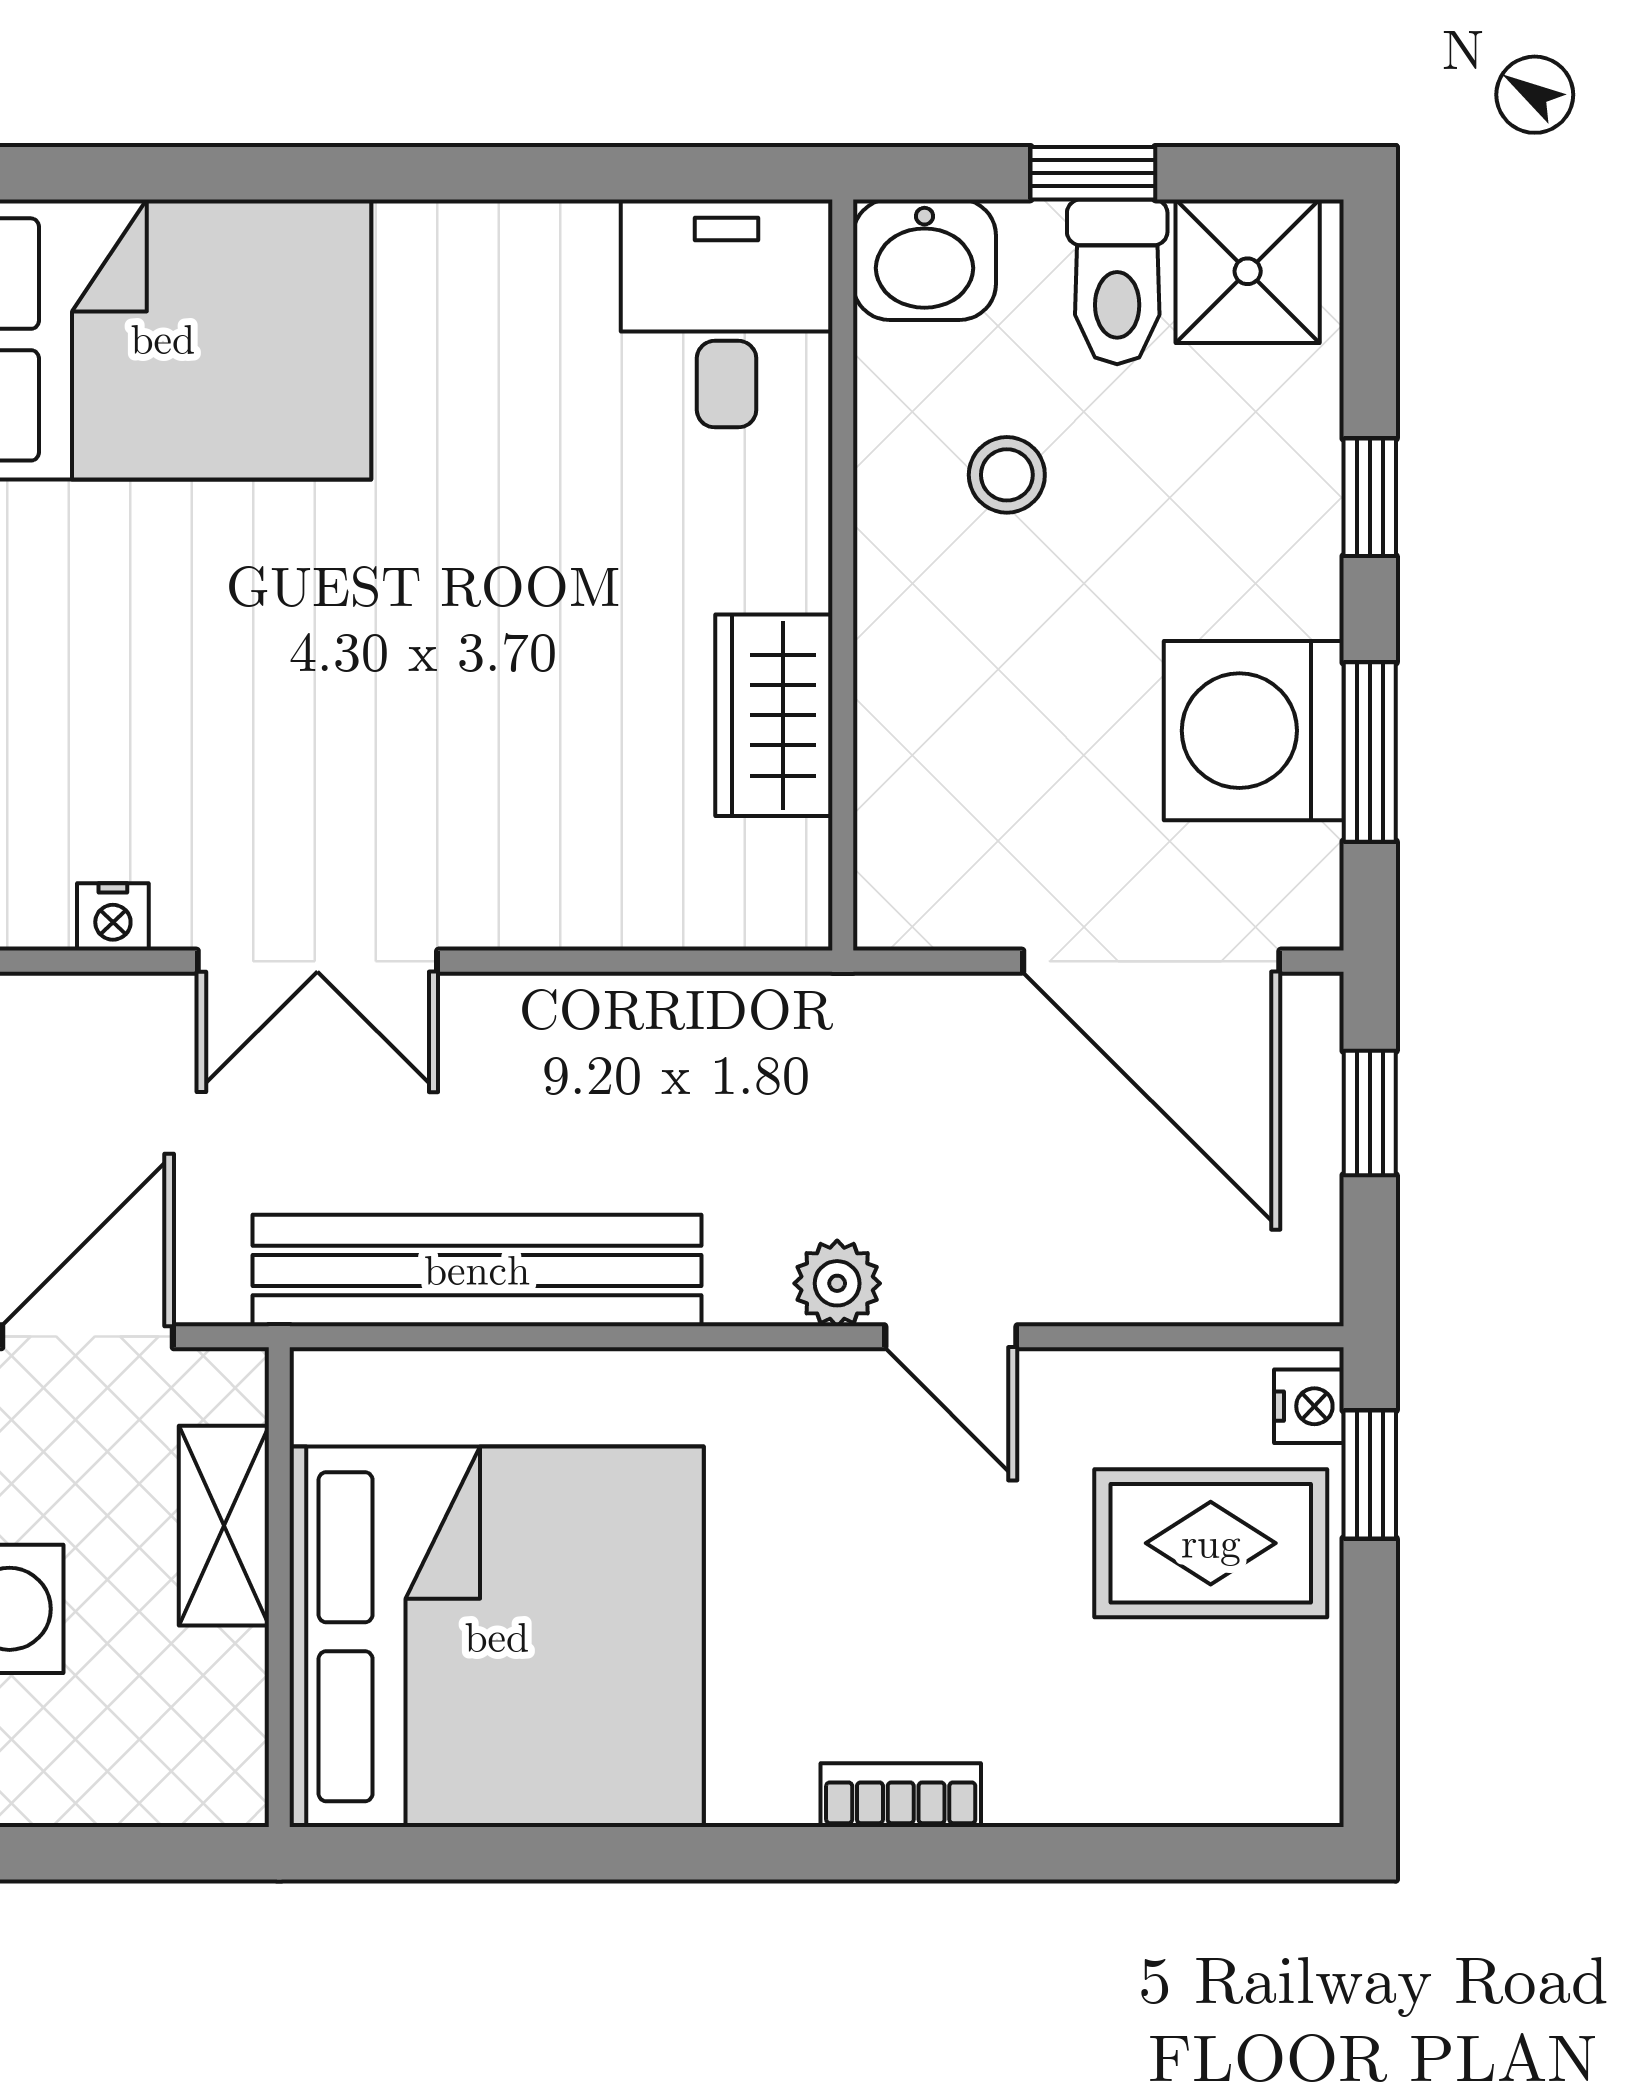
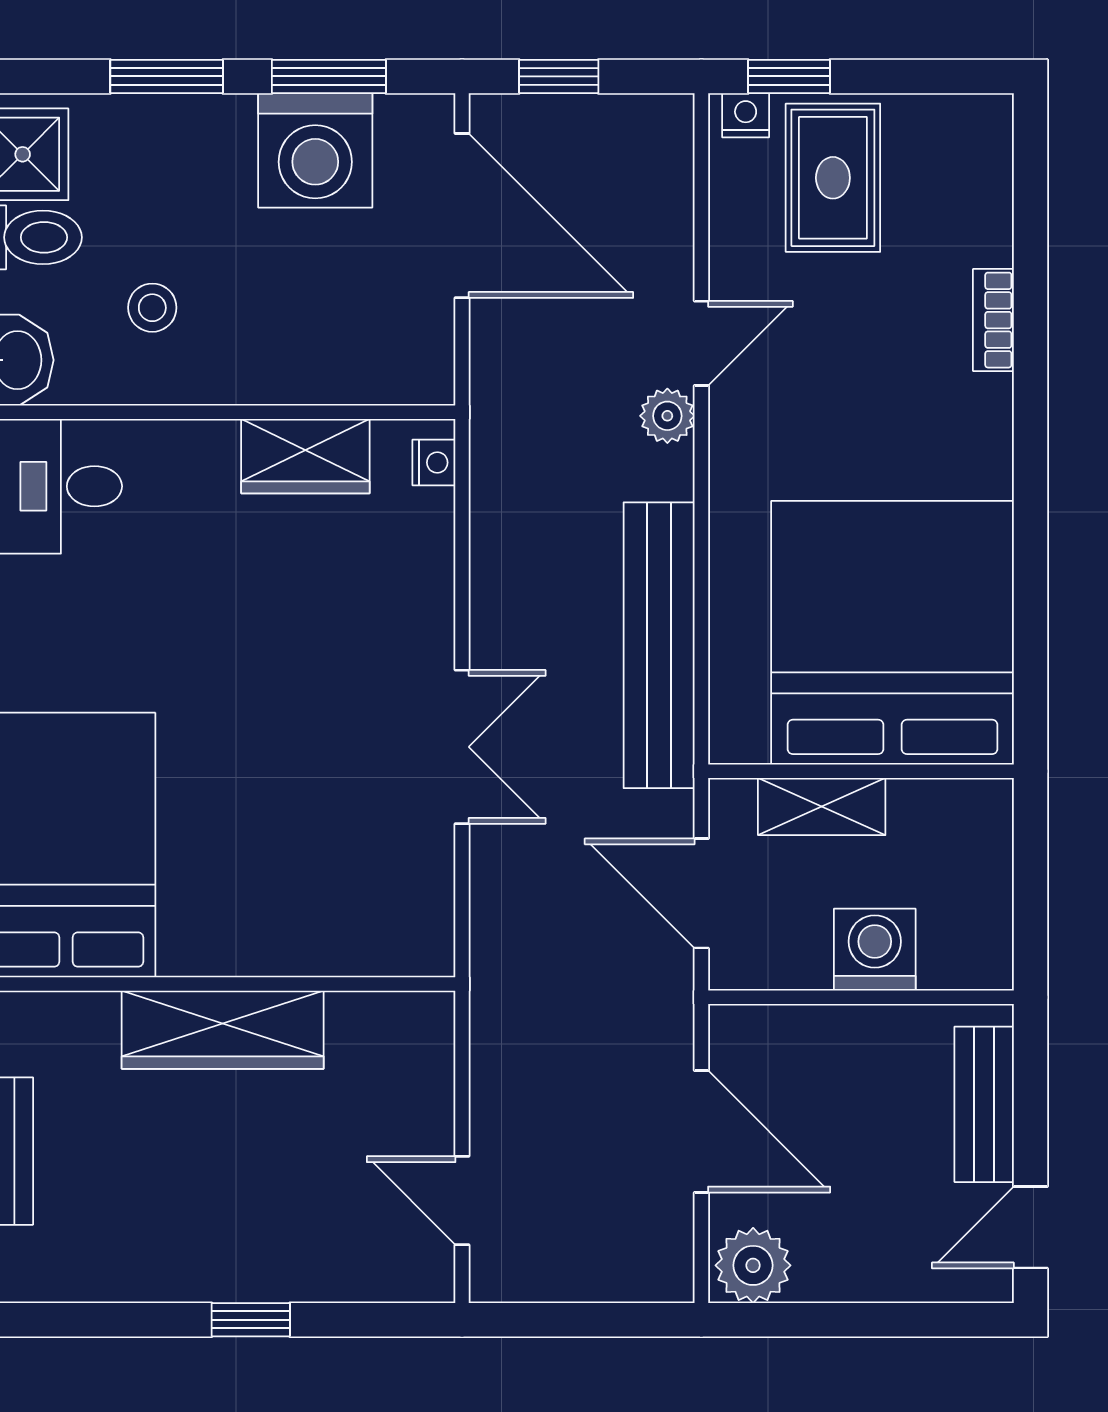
window: (1370, 497) -> (167, 76), width x1.50
nightstand: (113, 917) -> (434, 463), moved
door: (1151, 961) -> (462, 216), hinge flipped
bookcase: (901, 1795) -> (993, 320), moved

